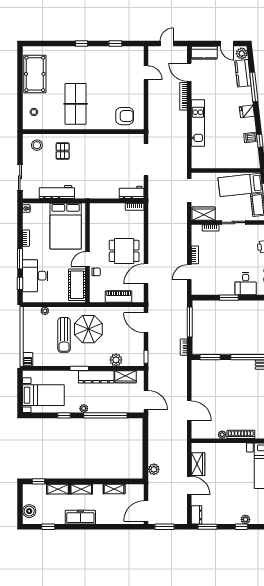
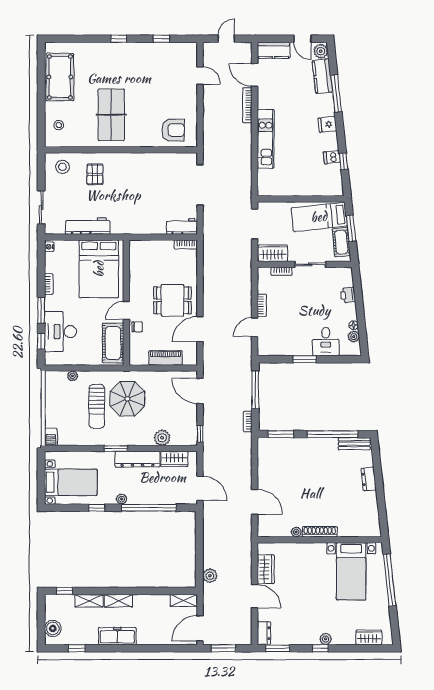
shelving: (114, 489) -> (184, 600), moved

